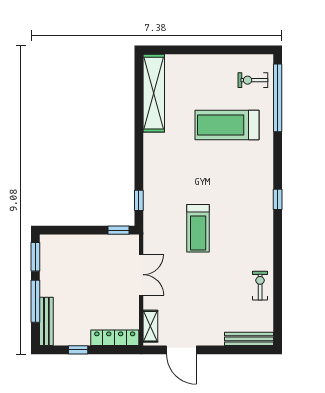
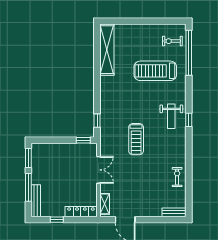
weight bench: (251, 194) -> (171, 116), added
bench: (249, 339) -> (174, 212), width x0.73

